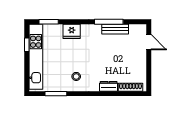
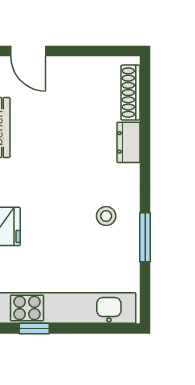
door: (149, 42) -> (28, 51), swing flipped
window: (56, 94) -> (145, 237), moved

